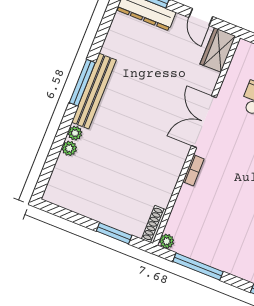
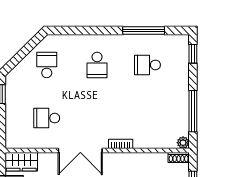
shoe rack: (154, 224) -> (179, 157), width x0.70

